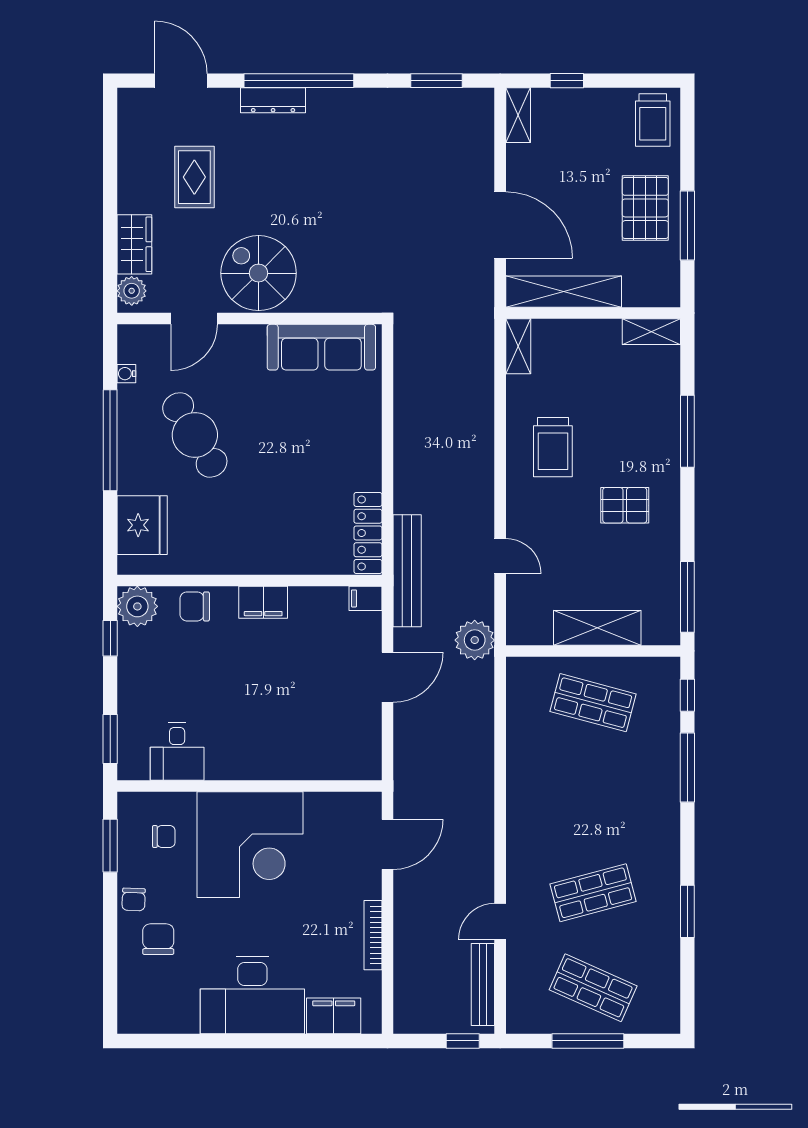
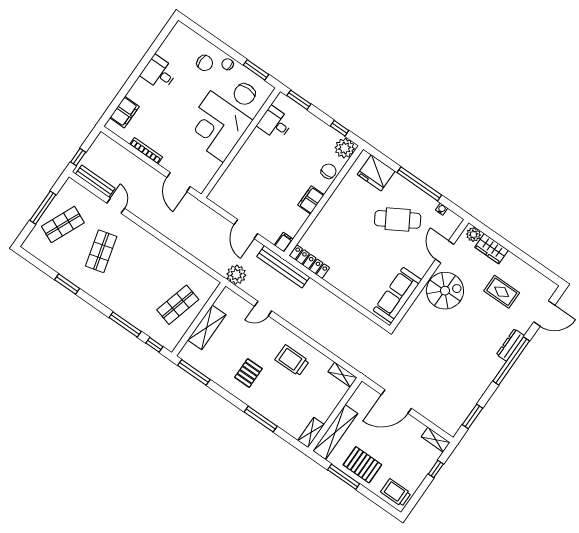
shelving: (564, 292) -> (335, 432), moved
chair: (164, 836) -> (245, 94), width x1.87, depth x1.87
desk: (252, 995) -> (159, 73), width x0.53, depth x0.77

